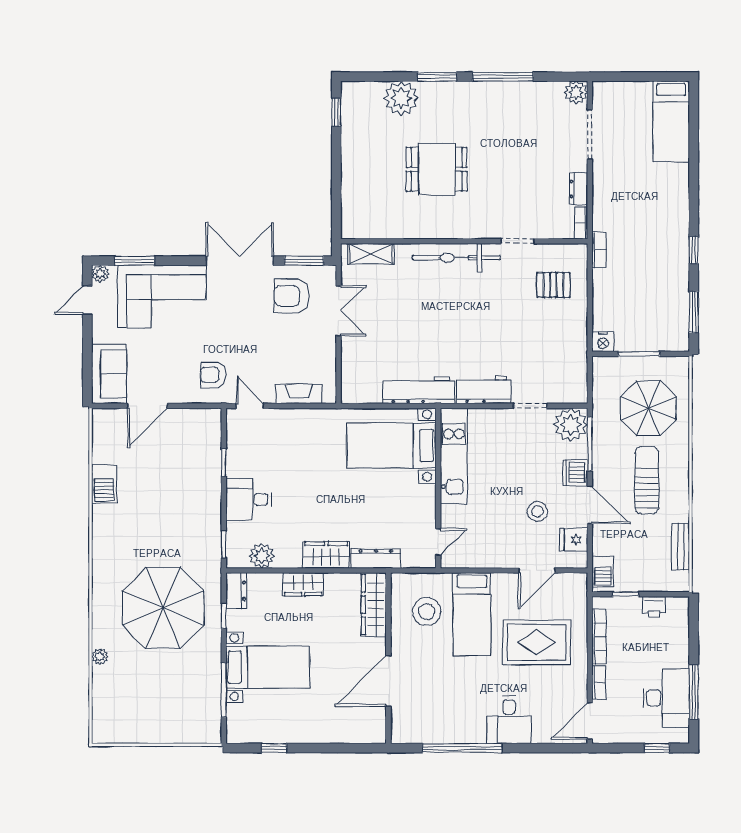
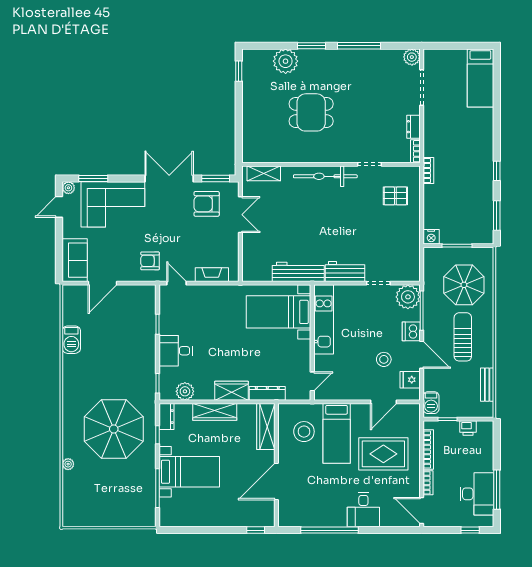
wardrobe: (303, 584) -> (215, 412), width x1.50
door: (590, 721) -> (422, 511), hinge flipped
window: (274, 748) -> (256, 530), moved

